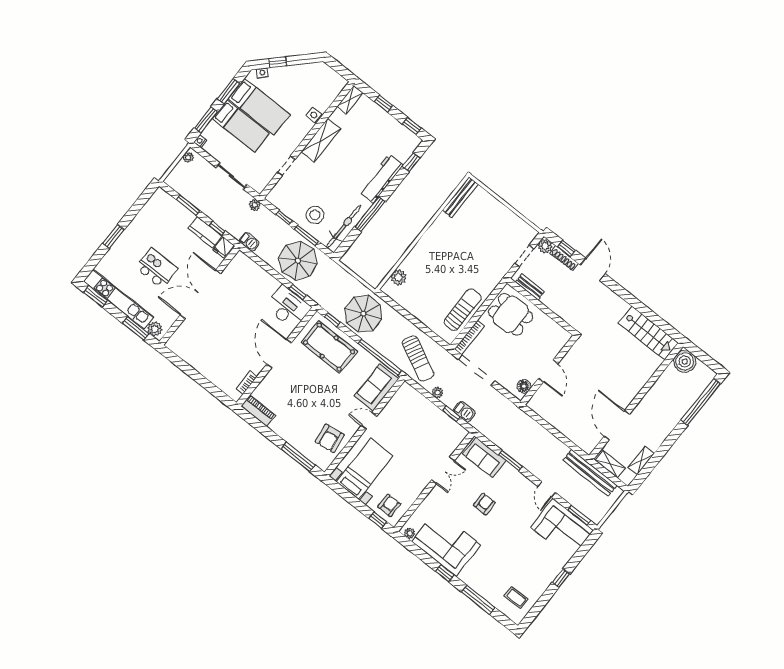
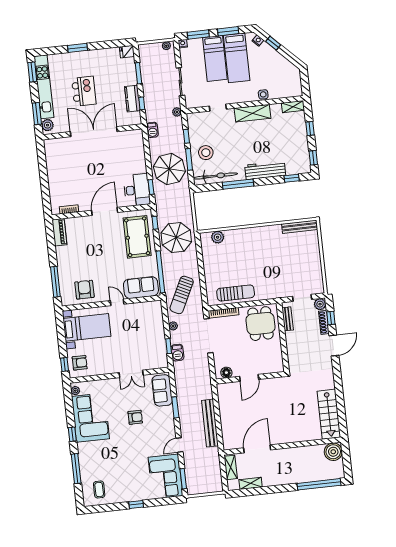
fridge: (223, 247) -> (127, 52), moved
armchair: (330, 438) -> (84, 290), turned 98
bench: (590, 473) -> (210, 423), moved

